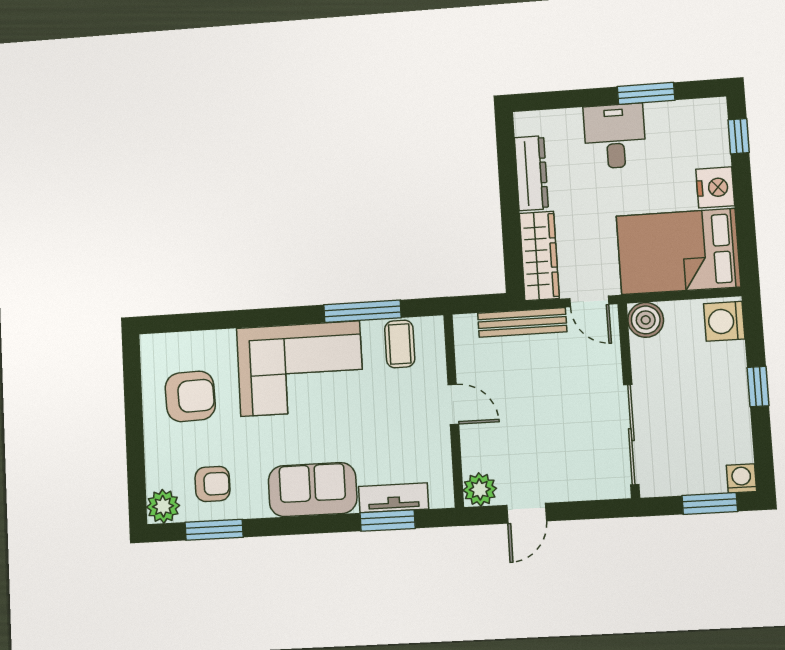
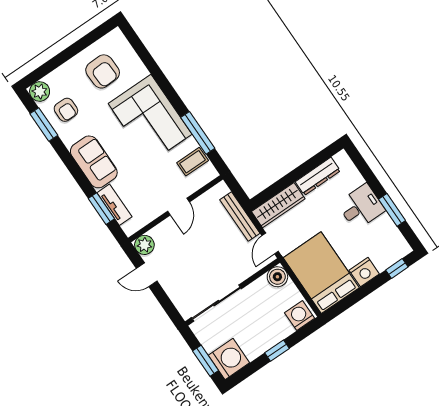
washing machine: (741, 478) -> (229, 359), width x1.89, depth x1.89

